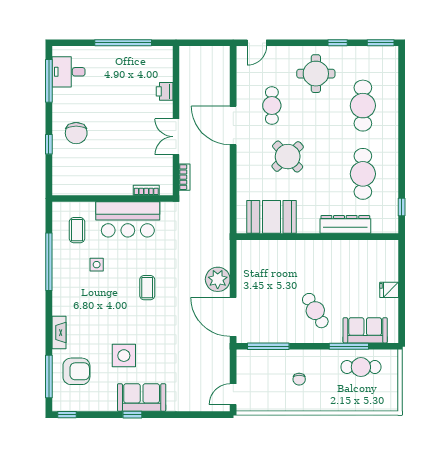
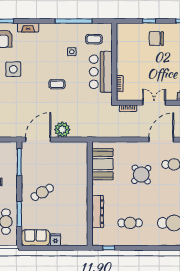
cafe table: (363, 174) -> (130, 223), width x0.73, depth x0.74
sofa: (365, 330) -> (35, 238), moved, turned -90

